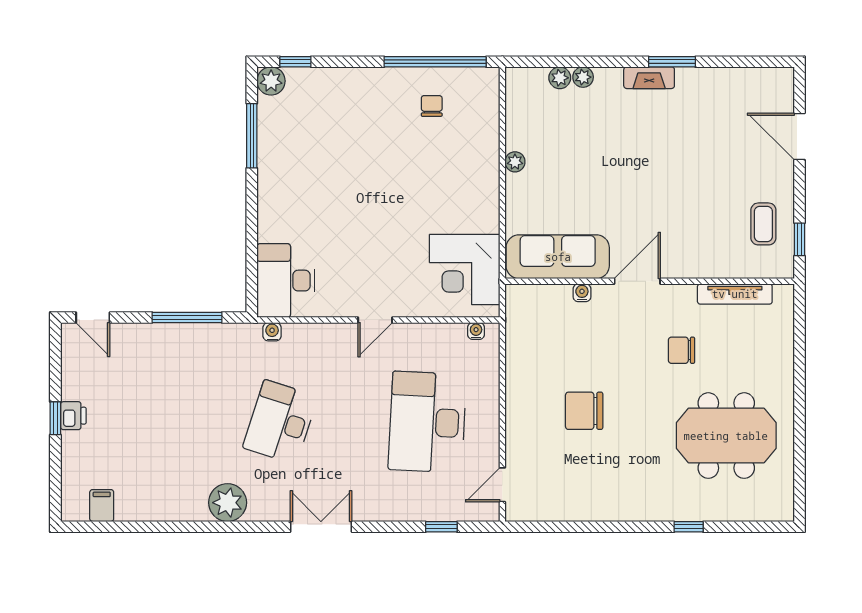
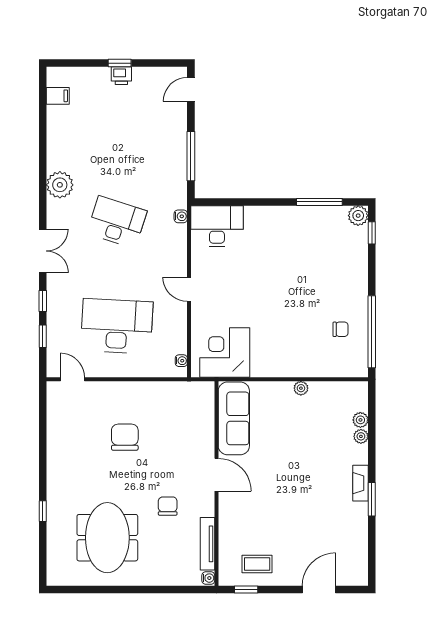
water cooler: (582, 293) -> (208, 578), moved
window: (392, 527) -> (43, 301), added

